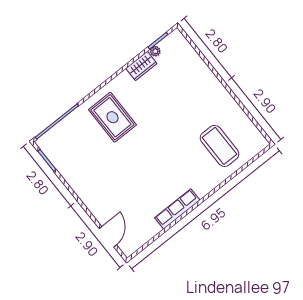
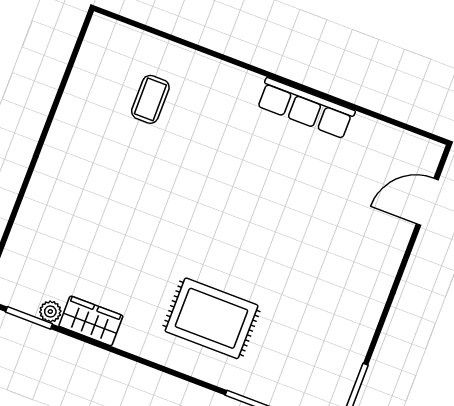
rug: (112, 117) -> (212, 318), turned 90
coffee table: (220, 146) -> (150, 99), width x0.54, depth x0.58

